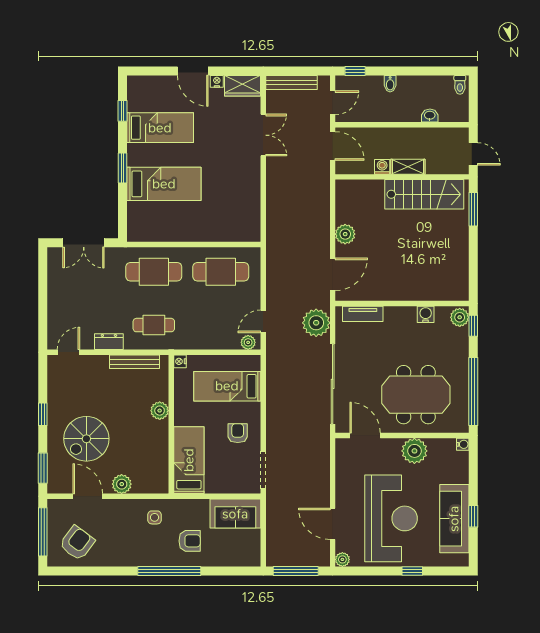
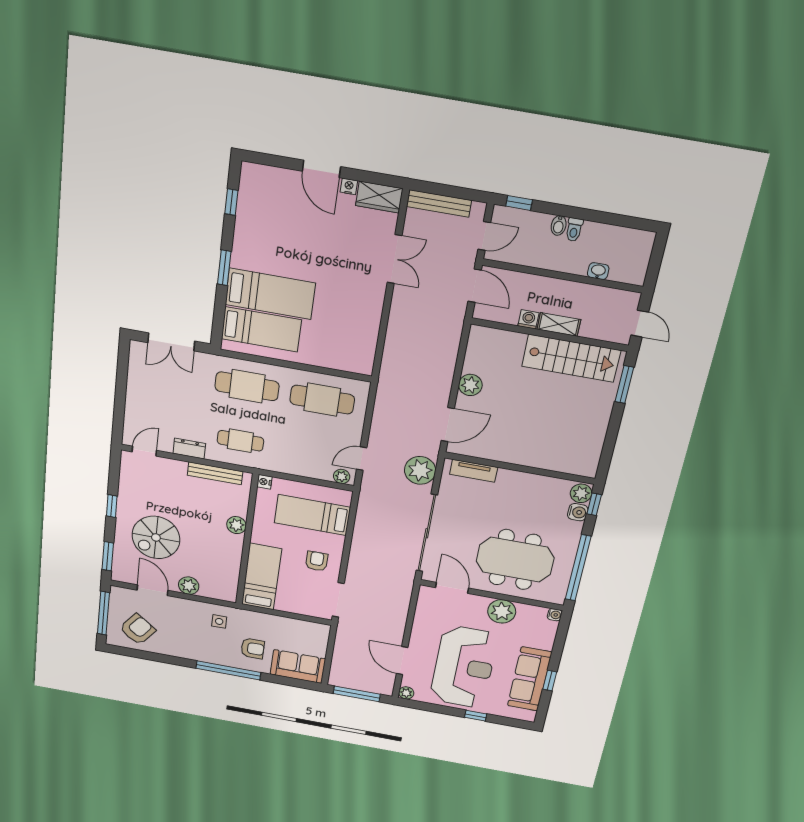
toilet: (460, 85) -> (574, 230), moved
bed: (160, 128) -> (261, 329), moved
water cooler: (426, 314) -> (578, 512), moved, turned 90
sofa: (235, 514) -> (298, 667), moved, turned 180

